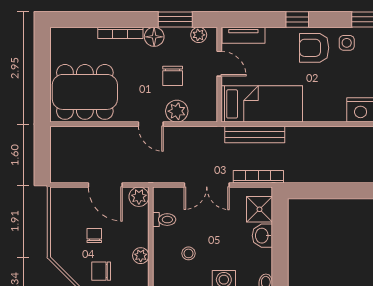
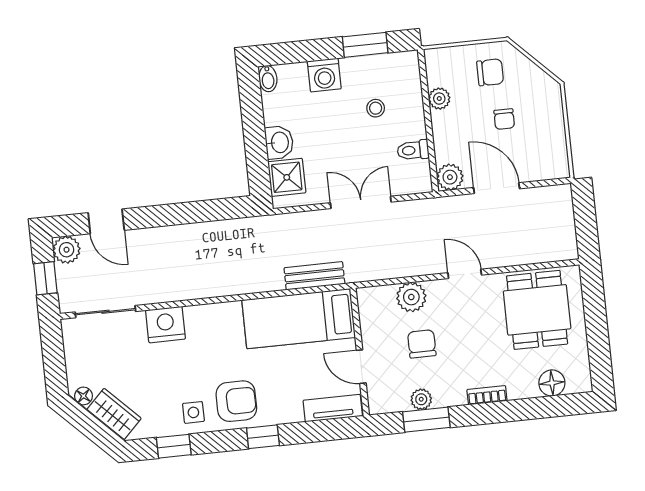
bookcase: (120, 33) -> (487, 395), width x0.64
plant: (199, 35) -> (421, 399), moved
floor lamp: (154, 37) -> (552, 383), moved
dining table: (85, 92) -> (537, 310), width x0.73
door: (151, 124) -> (465, 274), moved
bench: (255, 134) -> (314, 276), width x0.73
bookcase: (258, 177) -> (293, 221), removed

